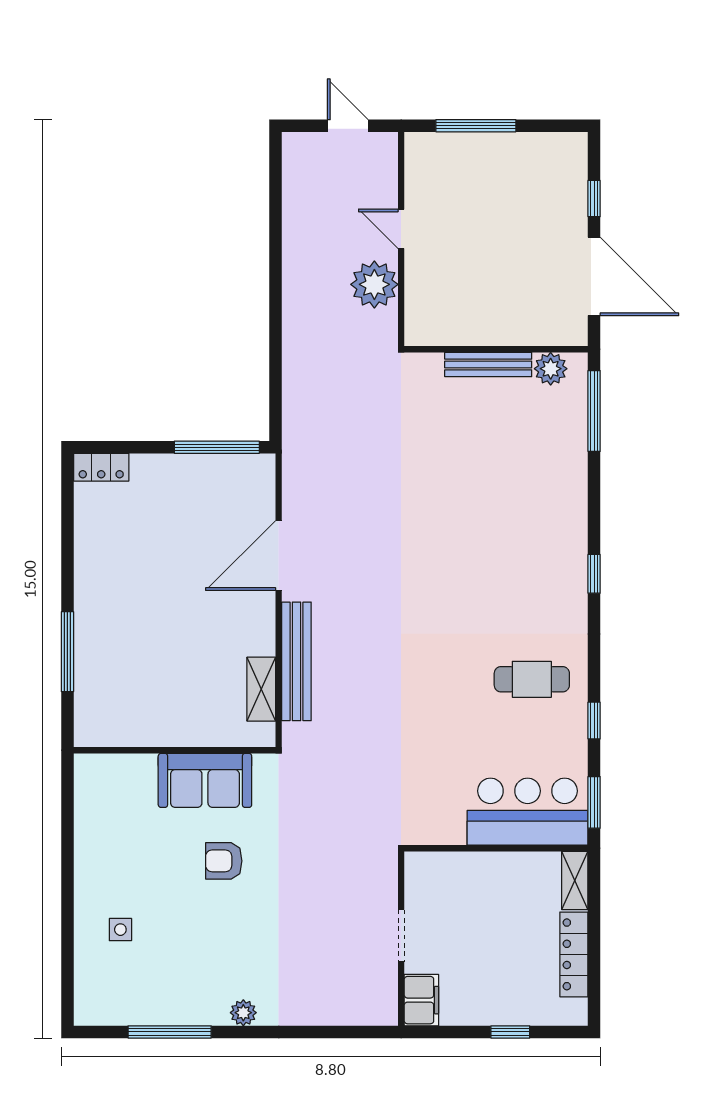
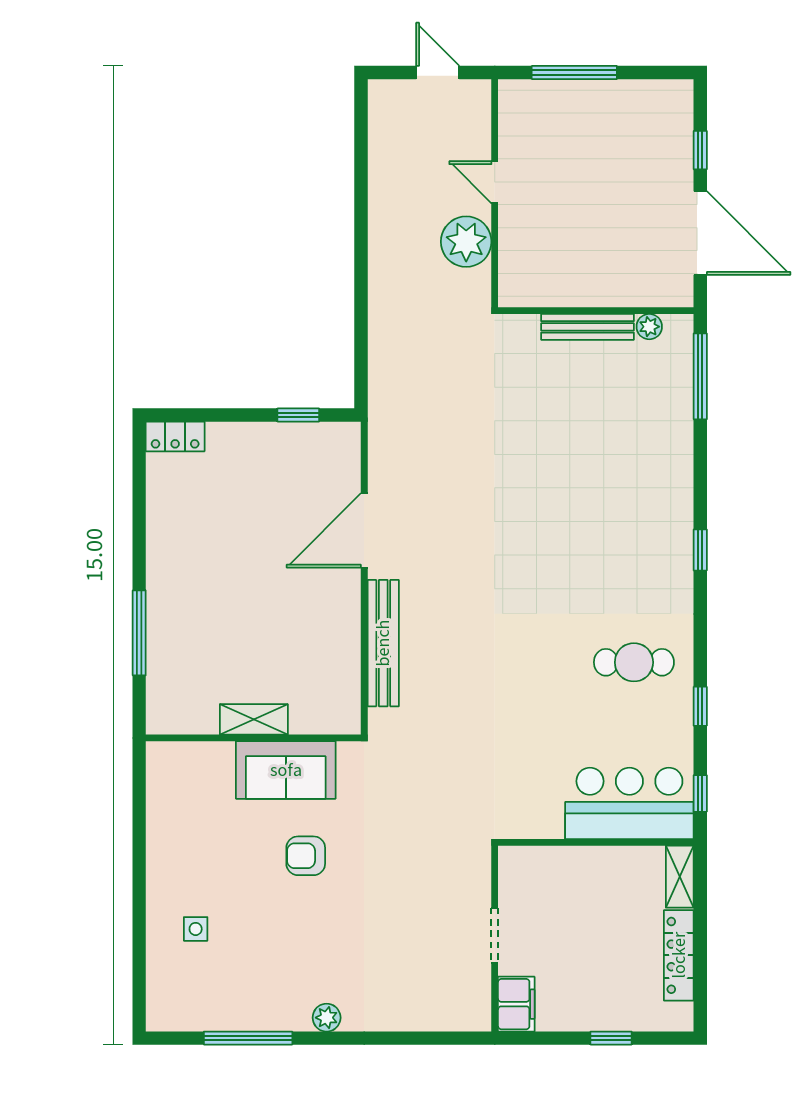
plant: (551, 369) -> (649, 327), width x0.73, depth x0.73
window: (217, 447) -> (298, 415), width x0.46
shelving: (261, 689) -> (254, 719), moved, turned 90
window: (594, 802) -> (700, 793), width x0.67

